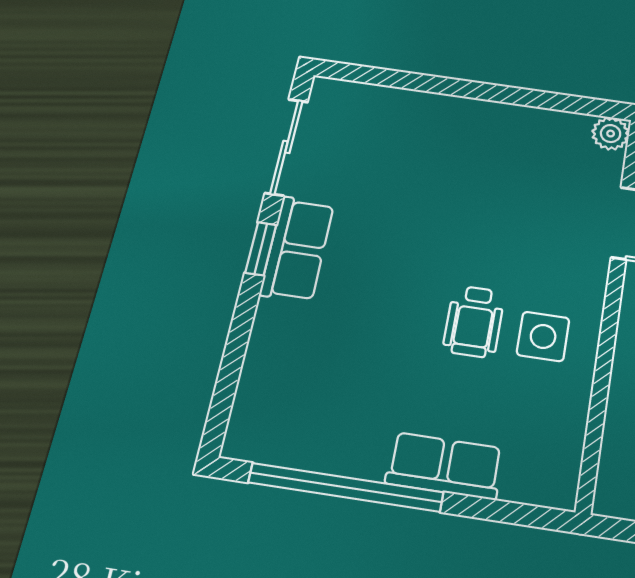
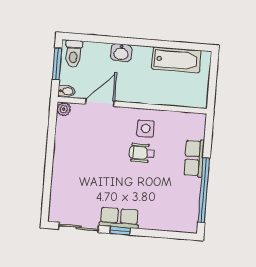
wheelchair: (474, 321) -> (142, 153), turned 180

